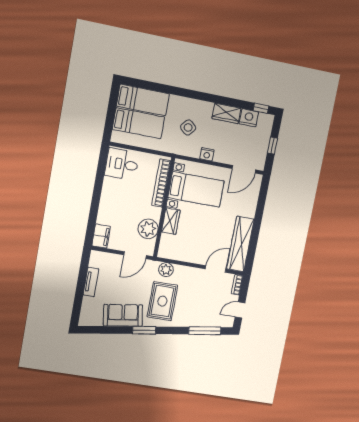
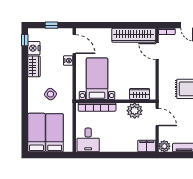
nightstand: (207, 154) -> (68, 61), moved
wardrobe: (171, 221) -> (140, 94), moved
plant: (166, 270) -> (164, 146), moved

